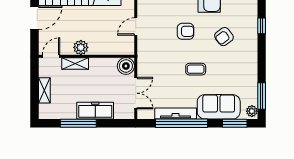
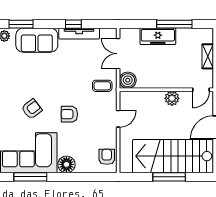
shelving: (75, 64) -> (177, 83), removed
coffee table: (196, 69) -> (102, 86), moved
window: (181, 123) -> (73, 24), width x0.32

